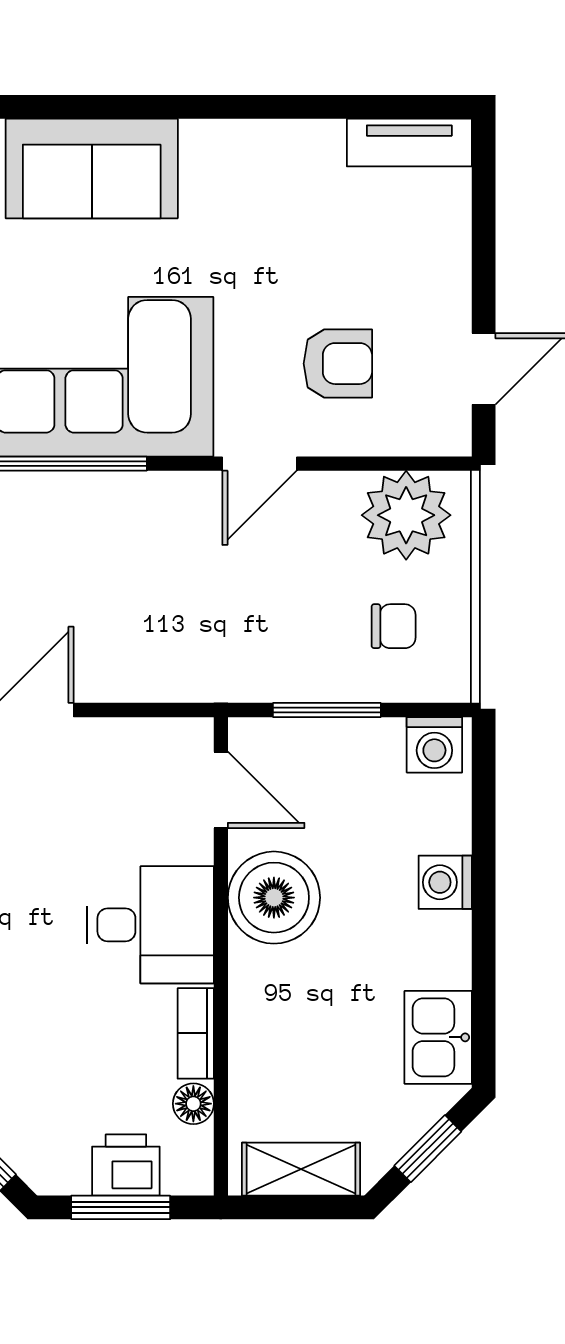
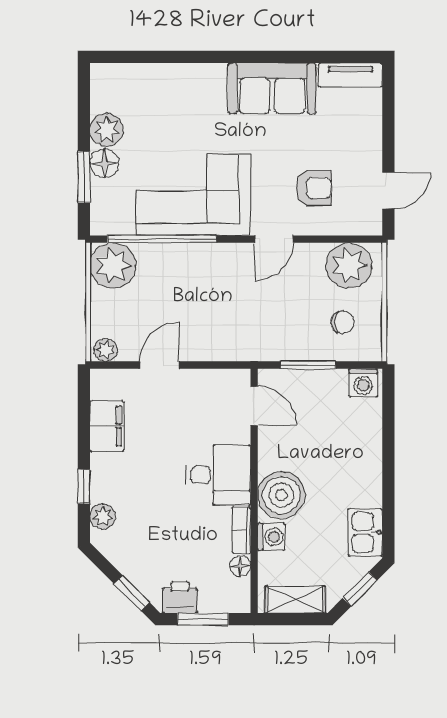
sofa: (92, 168) -> (272, 88), moved
washing machine: (445, 882) -> (271, 537), moved, turned 180
boiler: (274, 898) -> (281, 495), moved
printer: (126, 1165) -> (180, 597), moved

